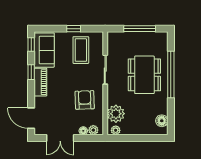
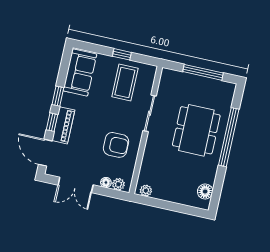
window: (31, 44) -> (52, 122), moved
piano: (40, 82) -> (63, 125), moved
armchair: (85, 100) -> (116, 145), turned 92
plant: (116, 114) -> (151, 170), removed

